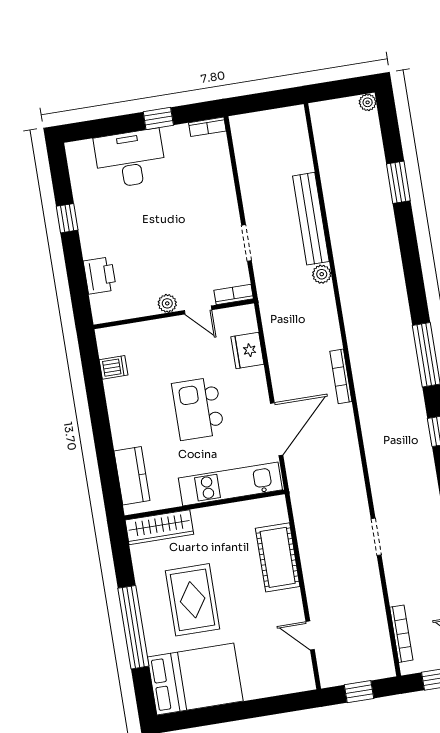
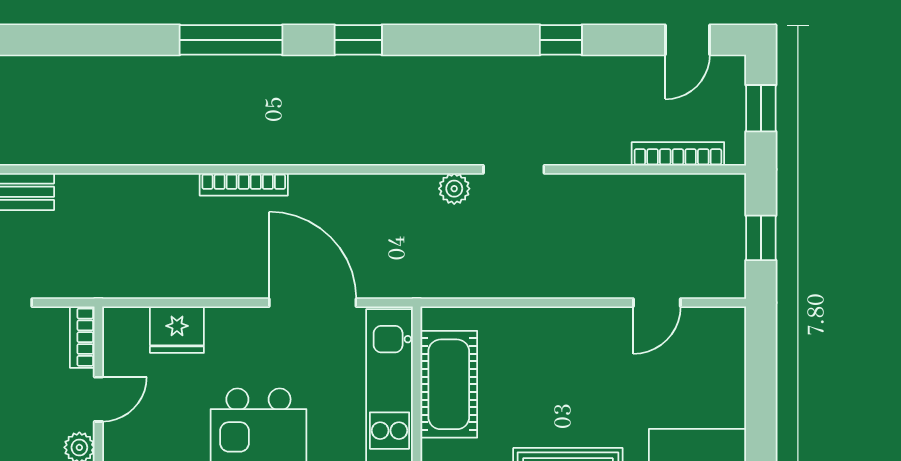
plant: (322, 274) -> (454, 189), moved
cot: (278, 557) -> (449, 384), moved, turned 90

